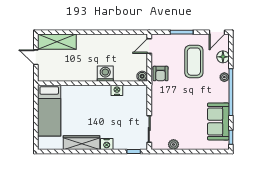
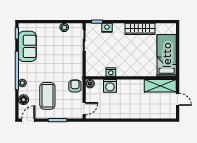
shelving: (57, 42) -> (160, 86), moved
washing machine: (105, 74) -> (110, 86), moved
nightstand: (107, 144) -> (107, 28), moved

